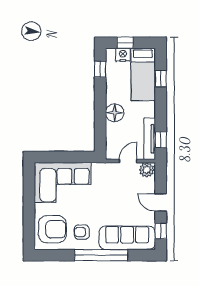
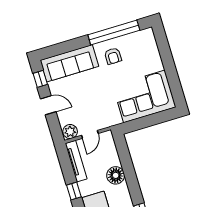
window: (161, 140) -> (74, 191), moved
armchair: (52, 229) -> (141, 50), removed
armchair: (82, 232) -> (113, 56), turned 90
window: (101, 255) -> (114, 32), moved

